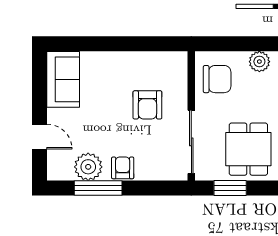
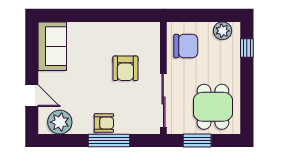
plant: (88, 167) -> (60, 122), moved
armchair: (123, 168) -> (104, 123), turned 90
window: (98, 188) -> (109, 141), moved

